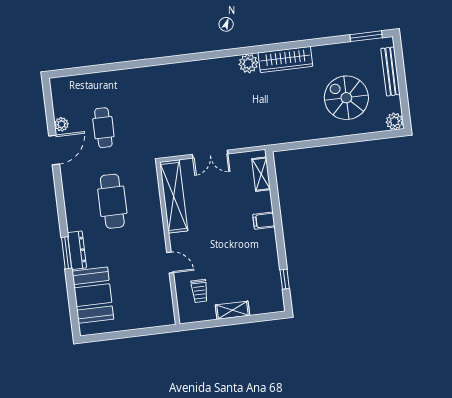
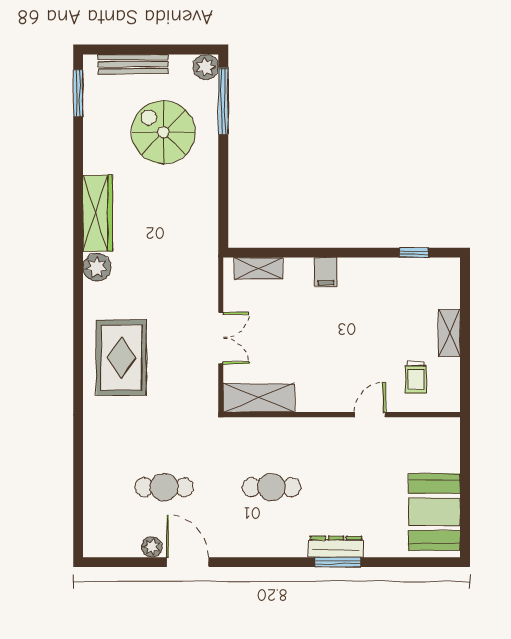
rug: (189, 88) -> (121, 358), added
spiral stairs: (346, 98) -> (163, 132), turned 90
window: (373, 136) -> (223, 101), added
shelving: (174, 196) -> (259, 398), width x0.68
cafe table: (112, 201) -> (272, 487), width x0.73, depth x0.74
trolley: (199, 291) -> (416, 377), turned 90
booth: (93, 295) -> (434, 512), moved, turned 90

